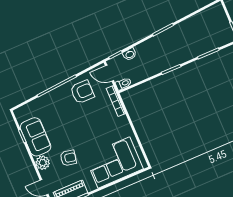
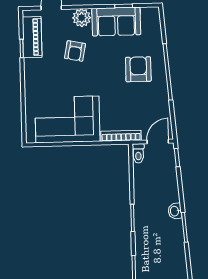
washbasin: (130, 54) -> (175, 211), moved
armchair: (82, 92) -> (138, 69), moved, turned 180
corner sofa: (114, 163) -> (67, 119), moved, turned -90

